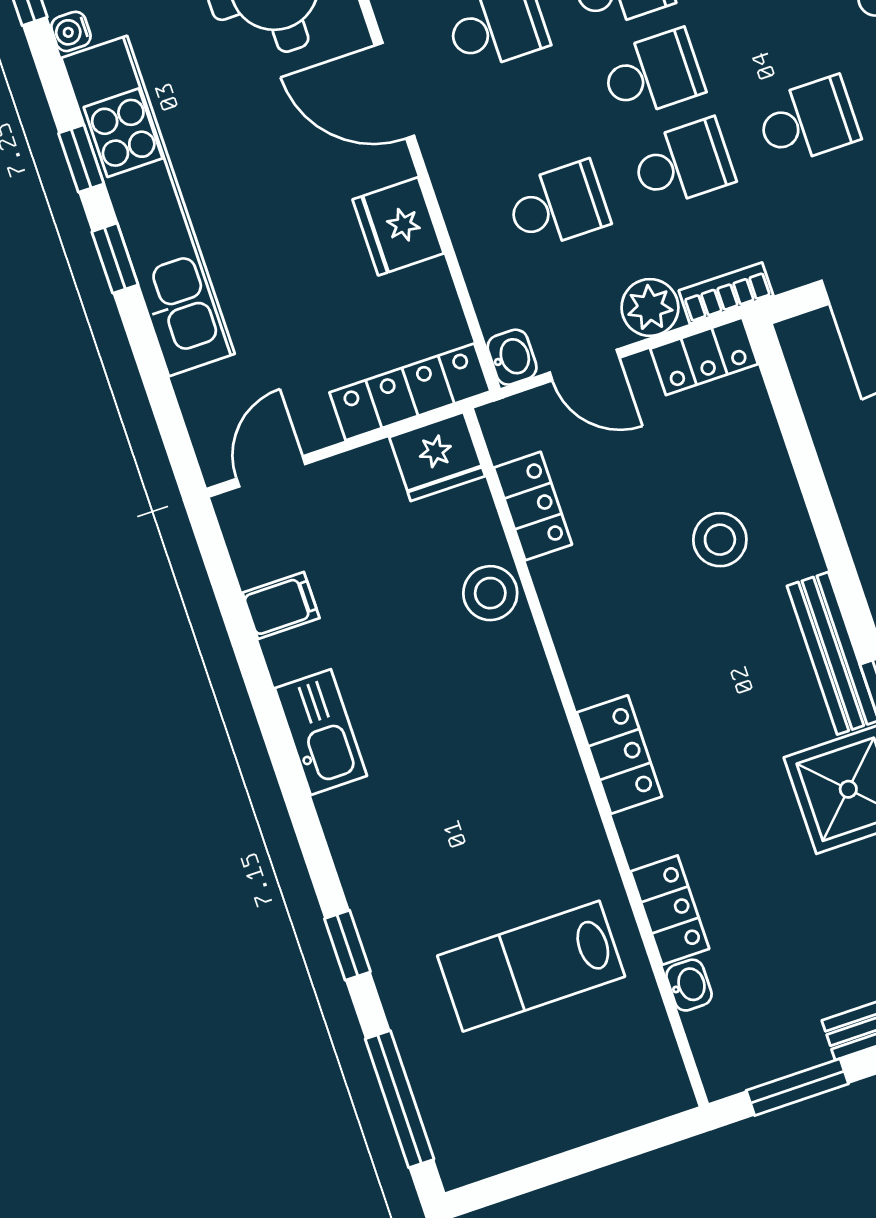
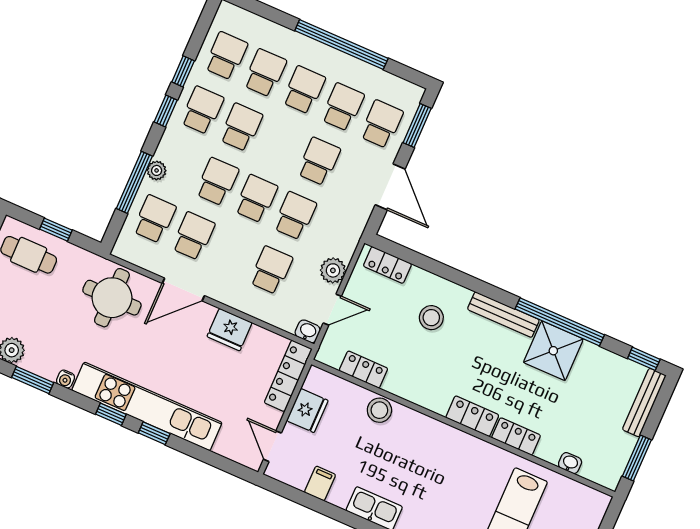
bookcase: (726, 293) -> (351, 241), removed
locker: (704, 356) -> (387, 265), moved, turned 90
fridge: (437, 457) -> (307, 411), moved
locker: (670, 910) -> (516, 436), moved

